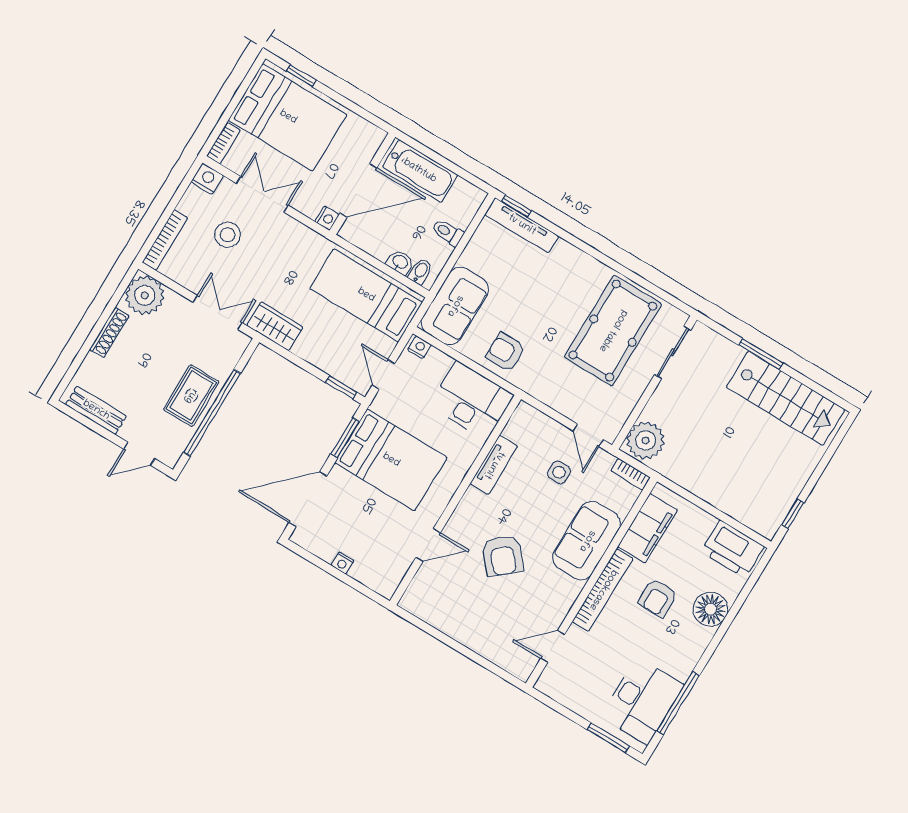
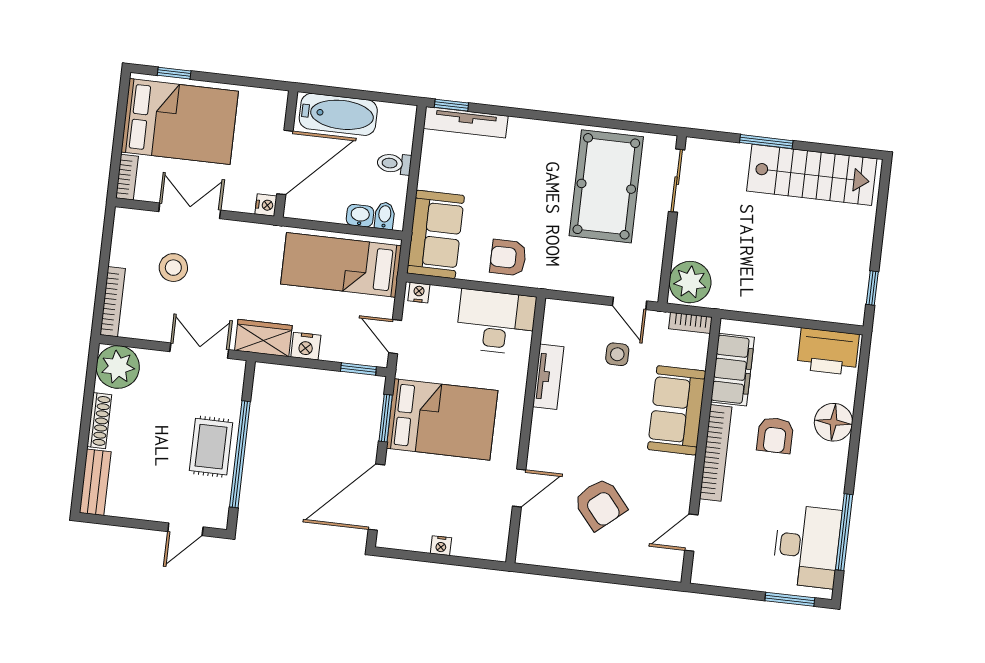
nightstand: (207, 179) -> (306, 346), moved, turned 180
bench: (96, 410) -> (95, 482), moved, turned 90
armchair: (503, 556) -> (600, 504), moved

